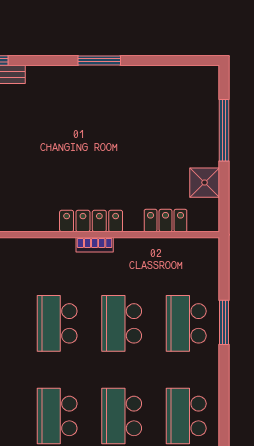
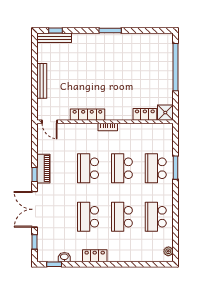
window: (224, 130) -> (175, 67), width x1.46
shower: (205, 183) -> (165, 113), moved
locker: (91, 221) -> (87, 115), moved

